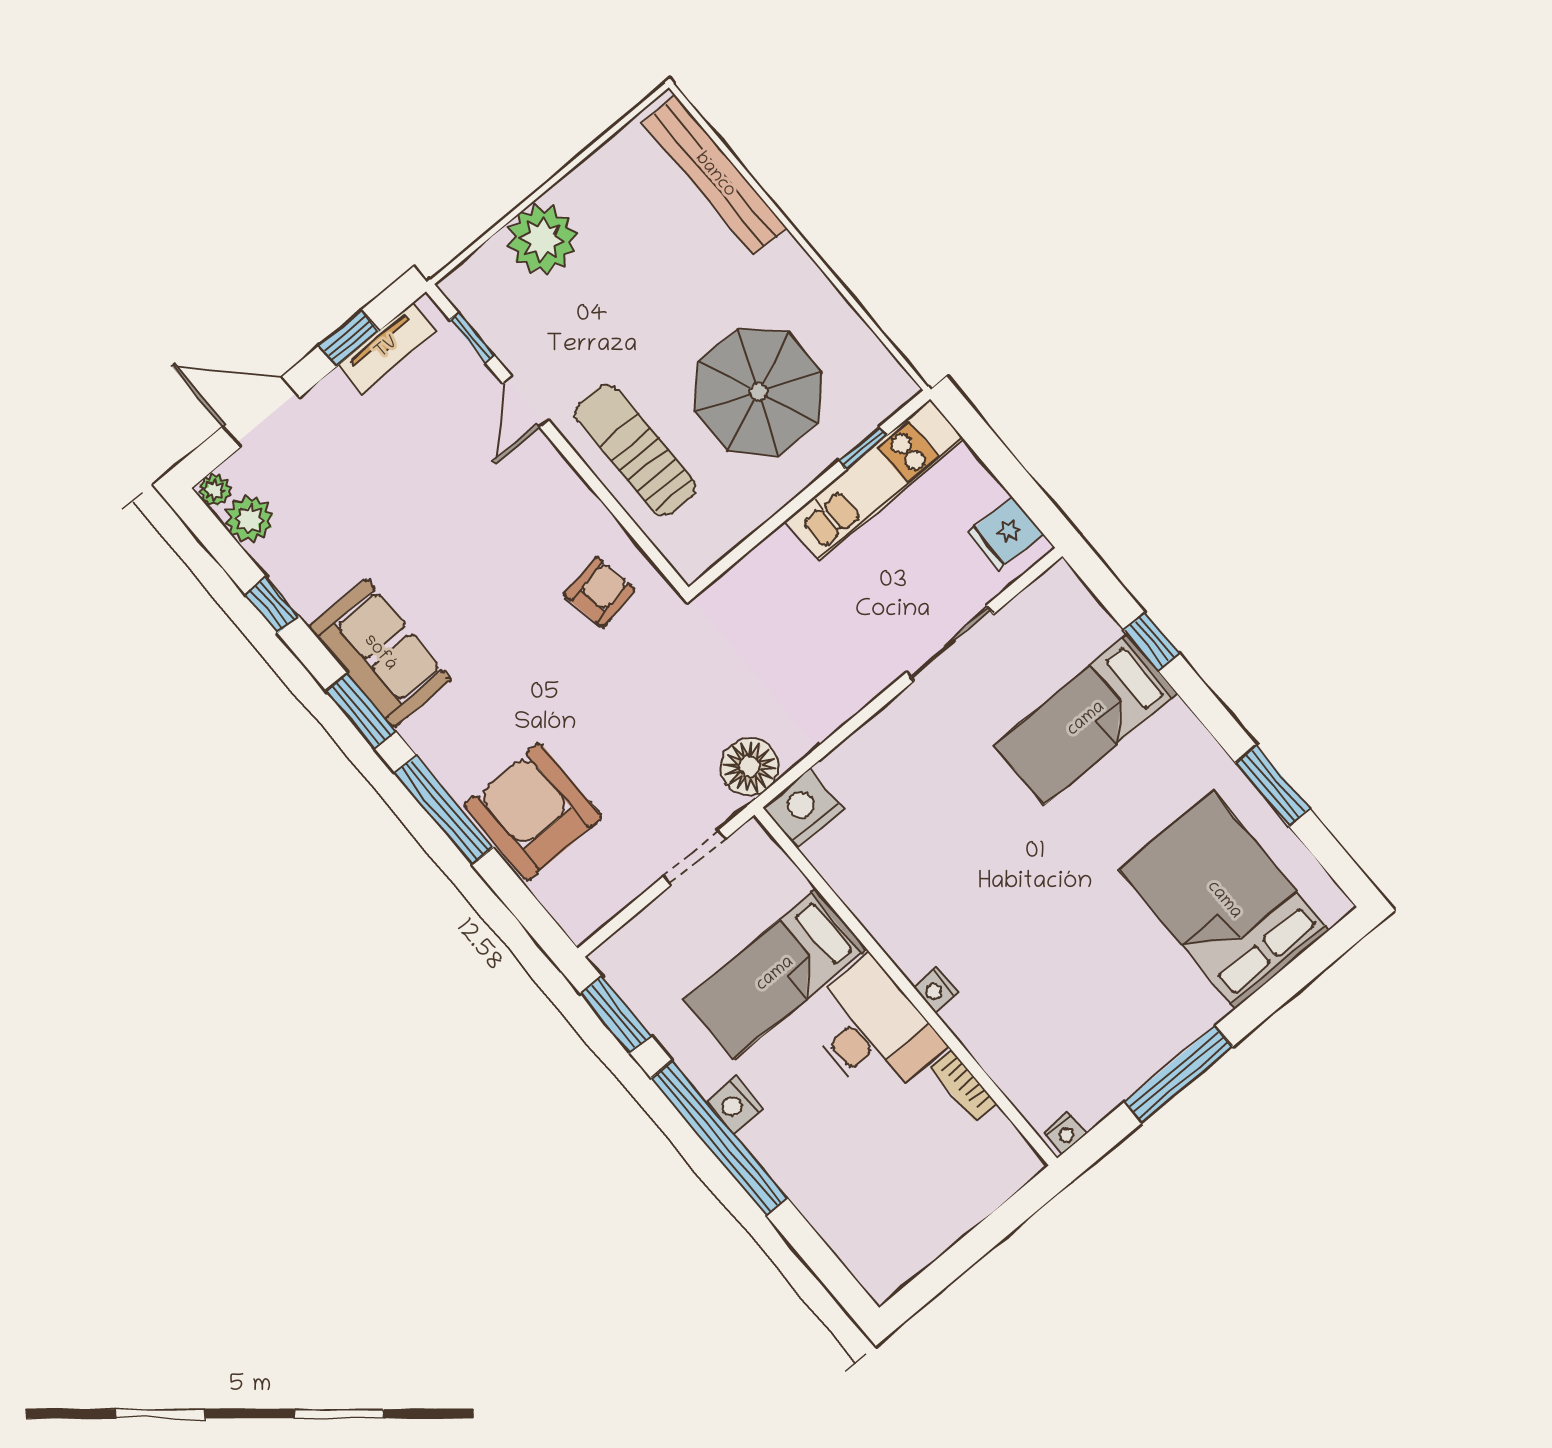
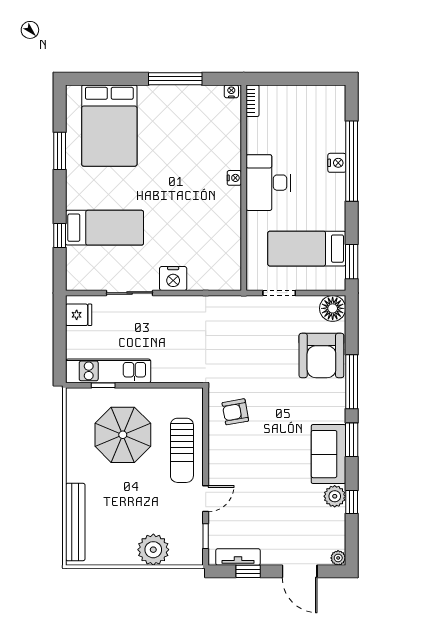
plant: (249, 519) -> (335, 496), moved
floor lamp: (749, 767) -> (333, 308), moved
nightstand: (803, 808) -> (173, 279), moved
bed: (775, 974) -> (307, 249), moved, turned 180
bookcase: (963, 1085) -> (253, 101), moved
nightstand: (734, 1105) -> (337, 163), moved
window: (719, 1138) -> (352, 161), moved

